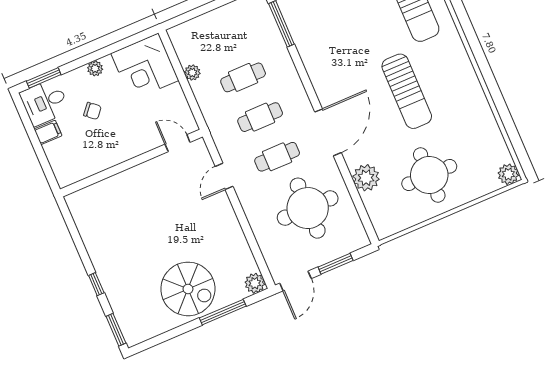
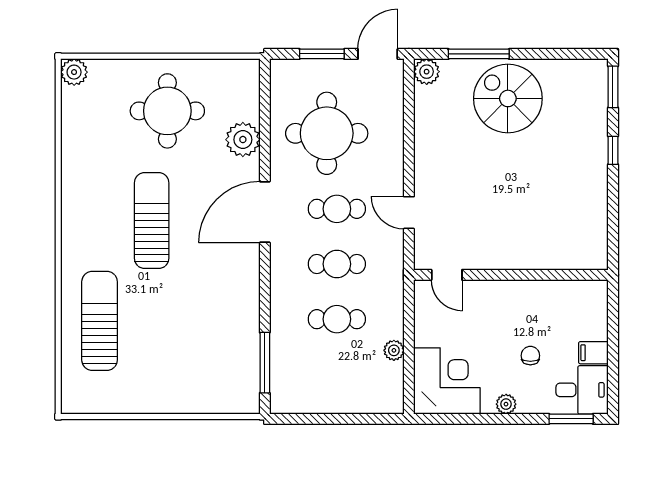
chair: (92, 111) -> (530, 356), turned 50
door: (224, 176) -> (409, 213), swing flipped

